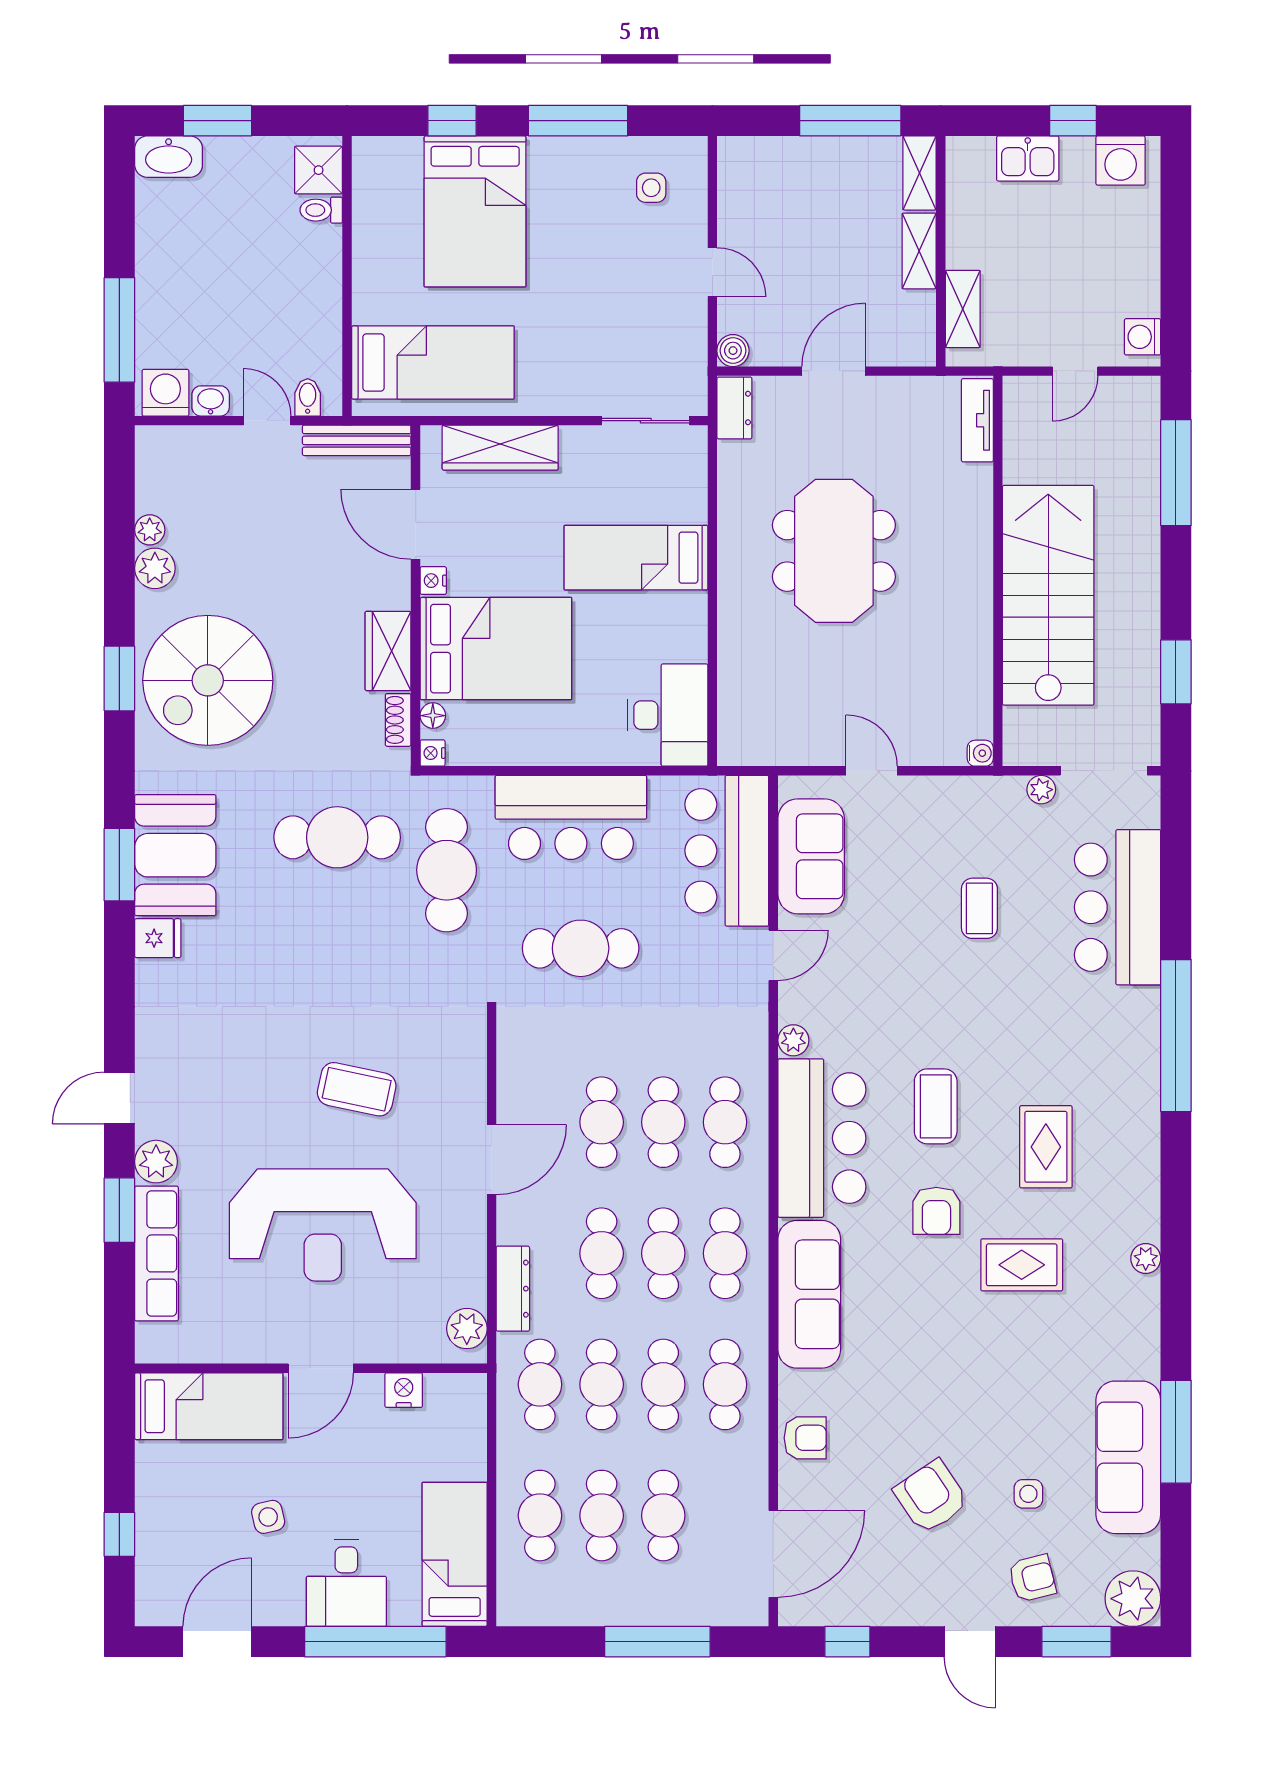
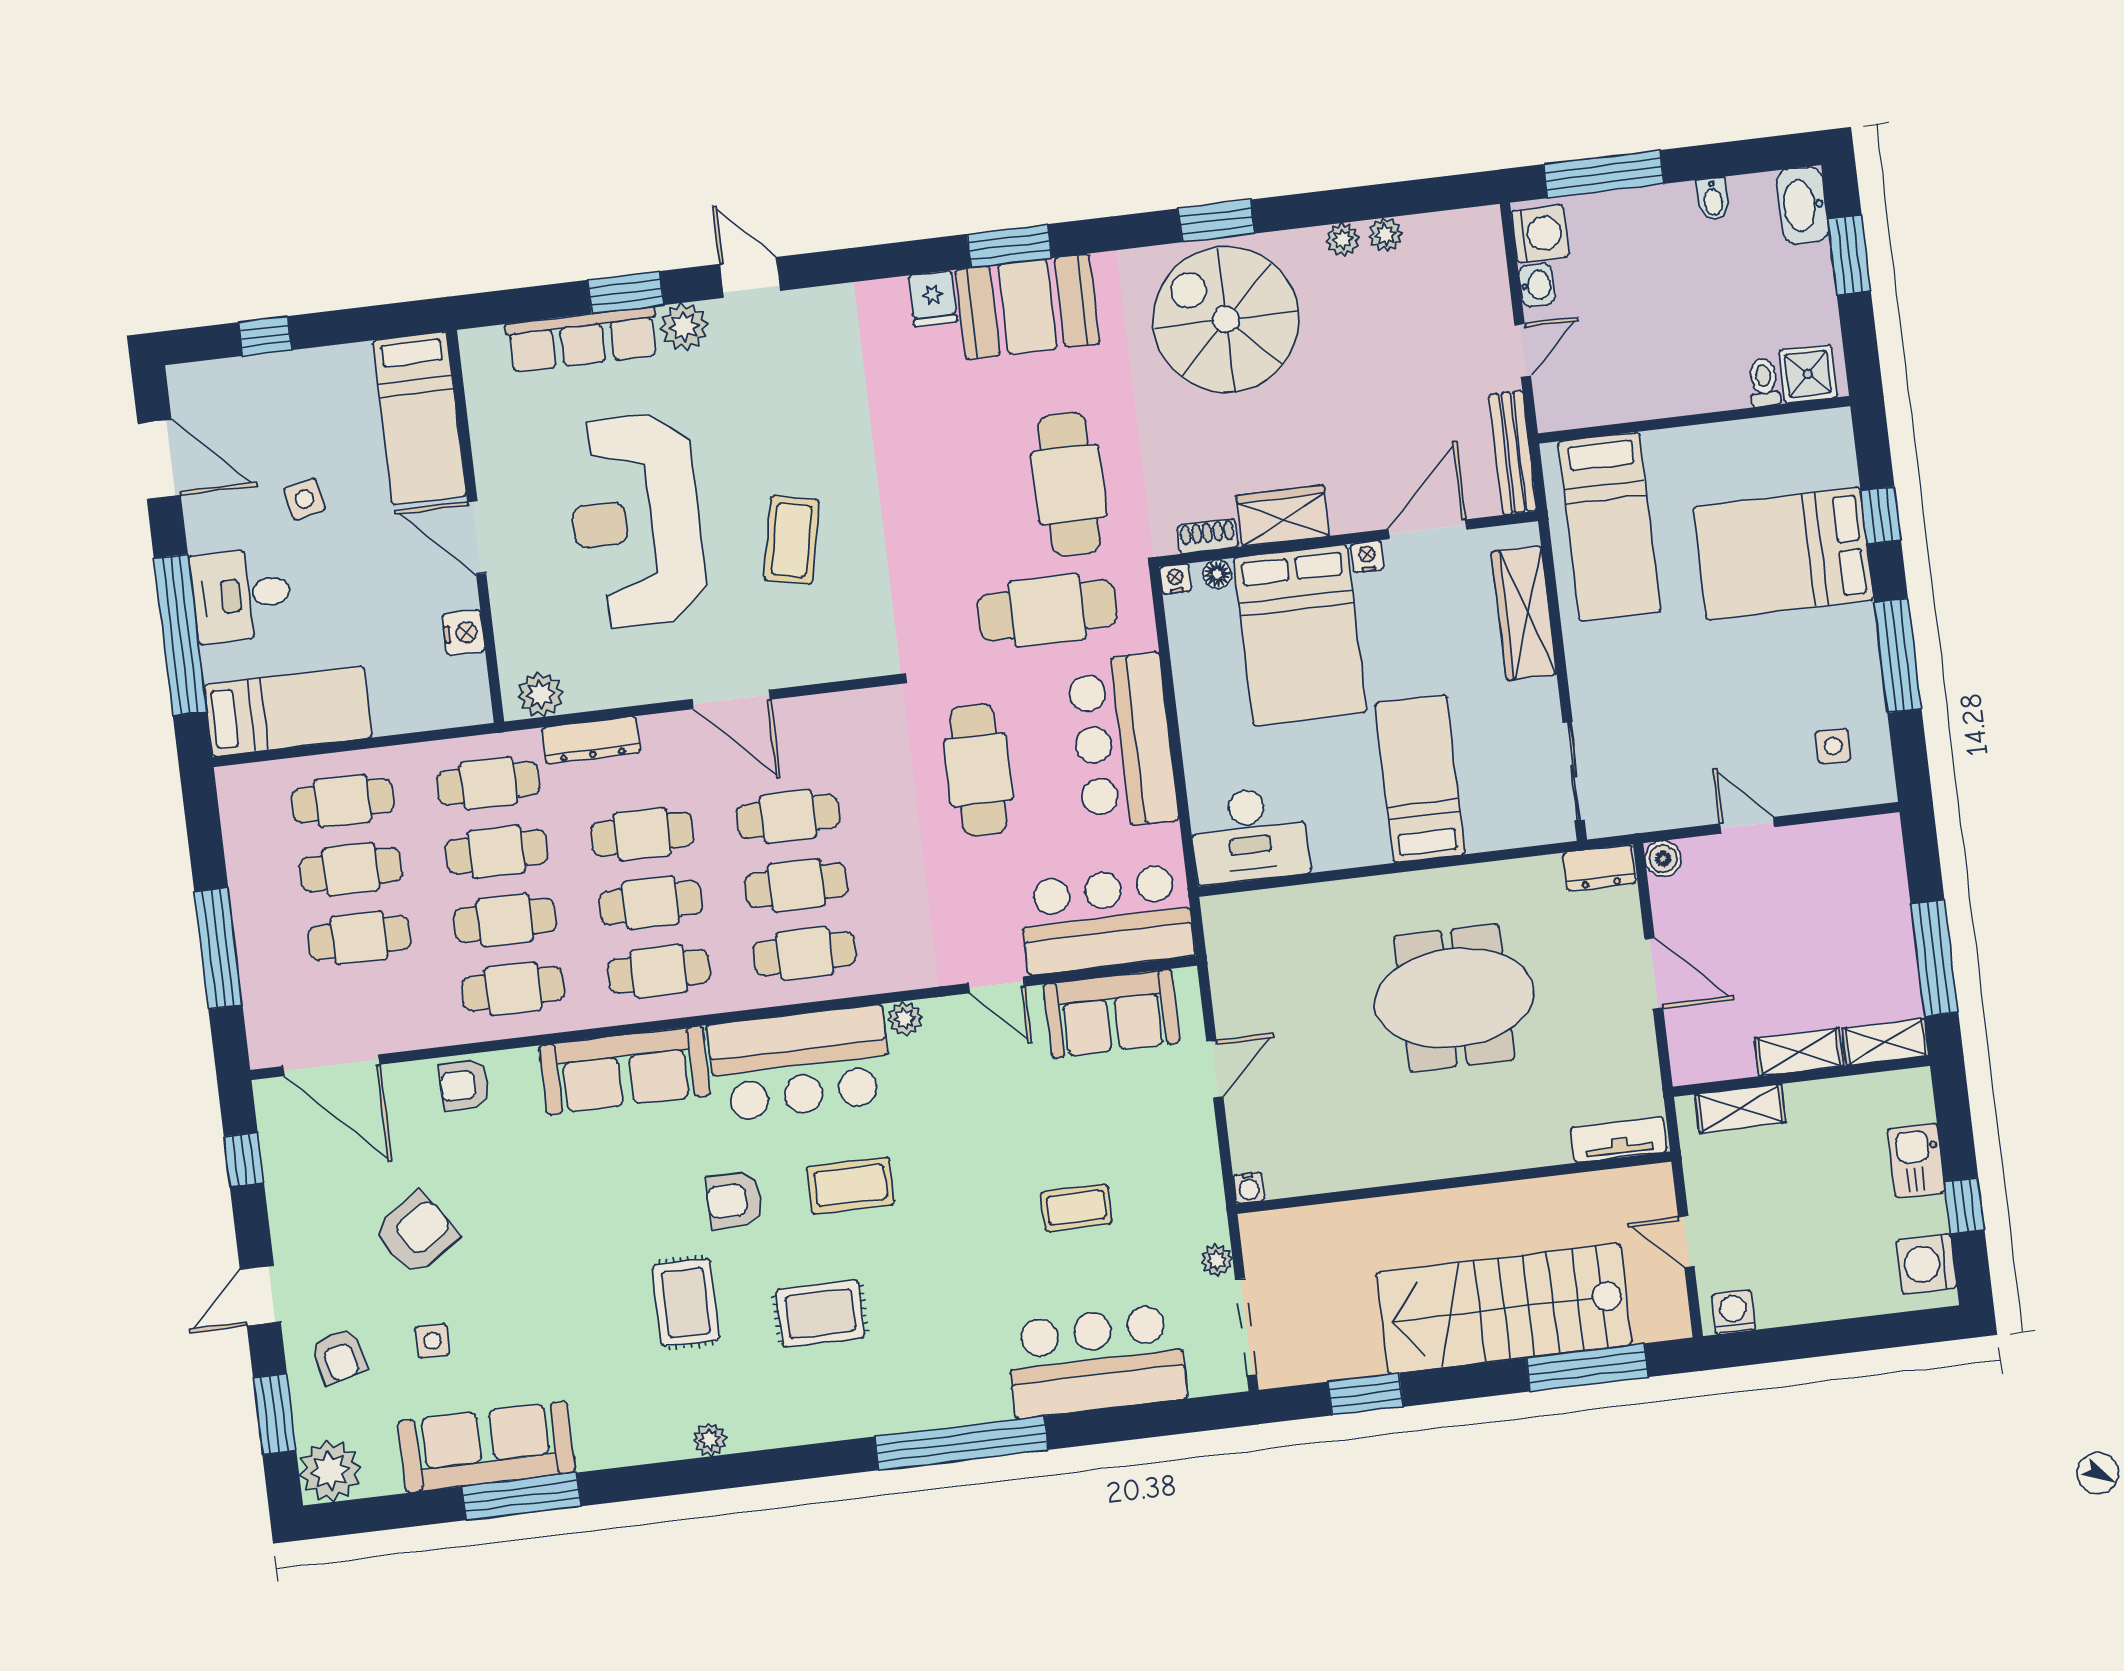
door: (712, 272) -> (1747, 825), swing flipped
bidet: (308, 397) -> (1713, 199), moved, turned 90
plant: (155, 568) -> (1343, 239), width x0.73, depth x0.73
stairs: (1048, 595) -> (1504, 1309), moved, turned 180
armchair: (805, 1438) -> (465, 1085), turned 90

